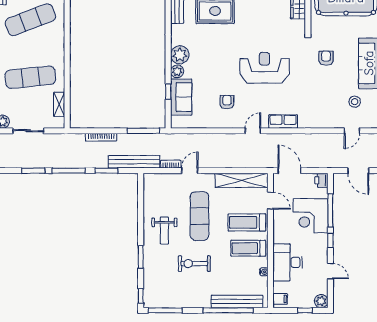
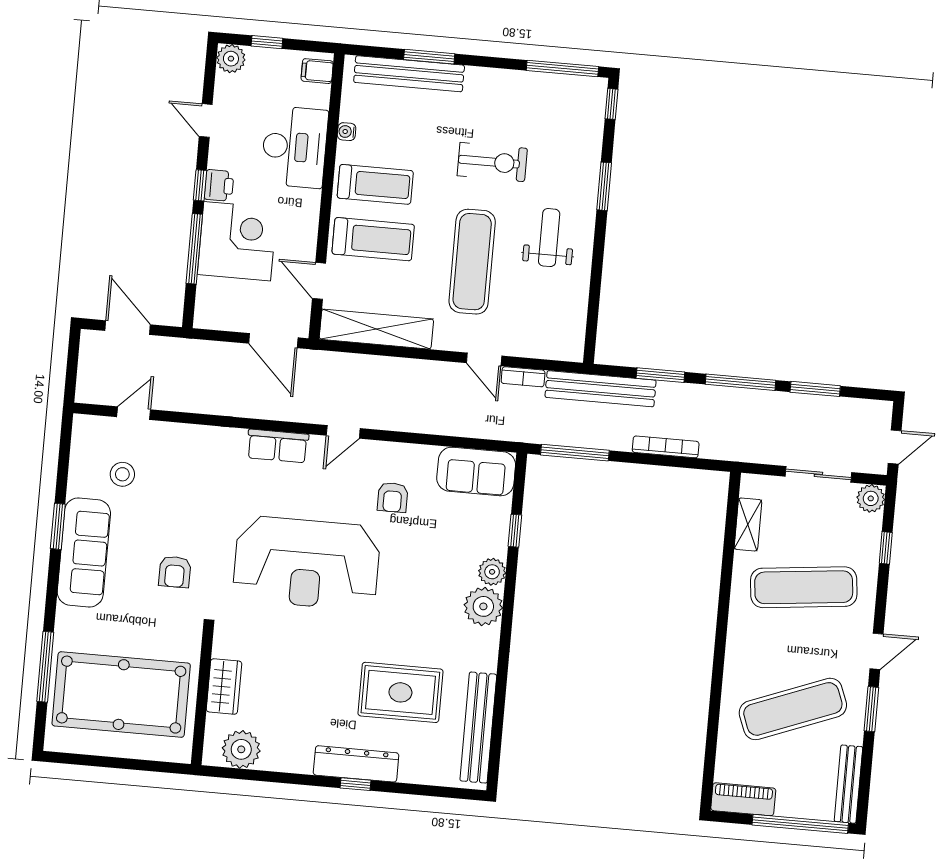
reception desk: (265, 68) -> (307, 563), width x1.36, depth x1.30
sofa: (181, 97) -> (476, 472), moved, turned -90
door: (190, 171) -> (484, 359), hinge flipped
printer: (321, 180) -> (219, 185), moved
window: (228, 310) -> (429, 57), width x0.47

